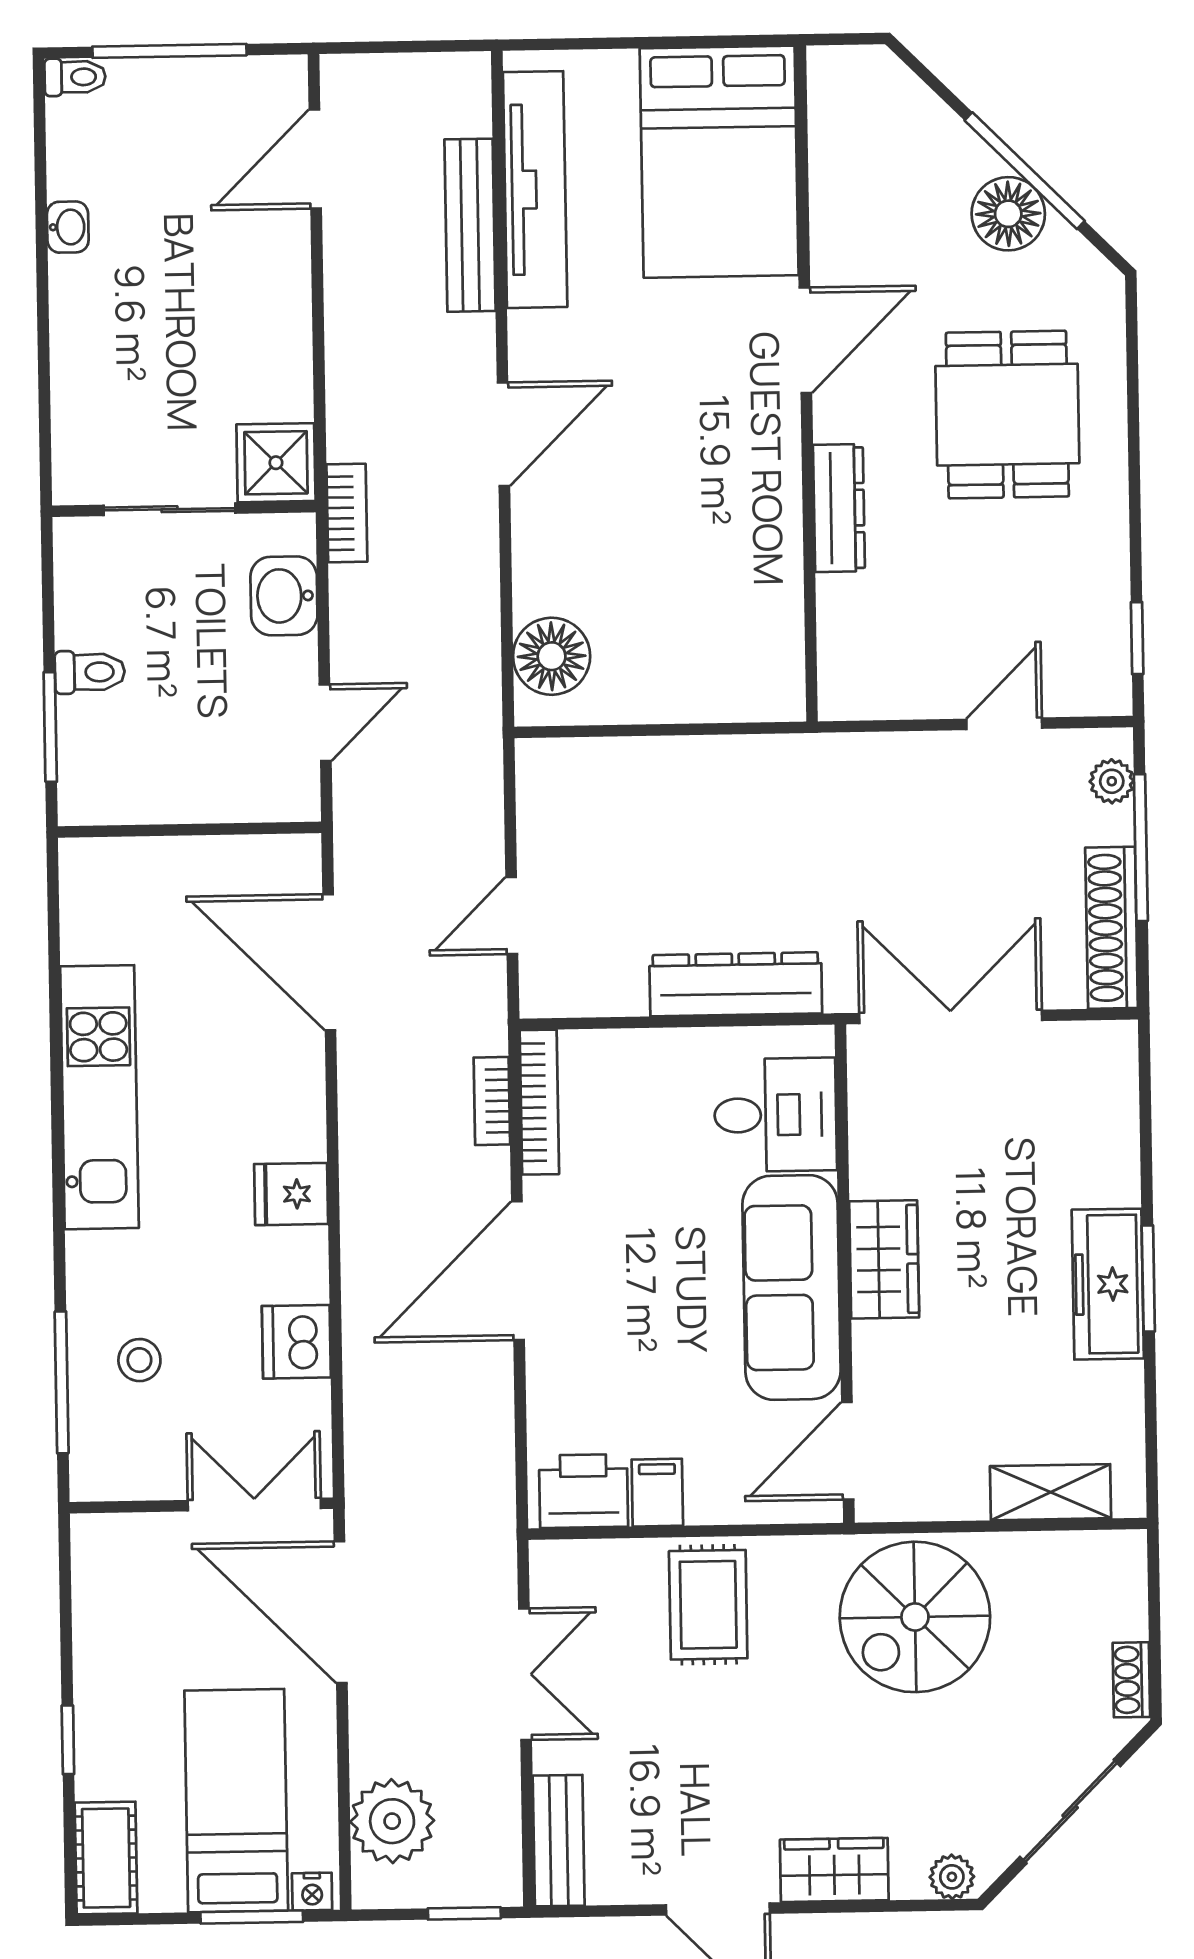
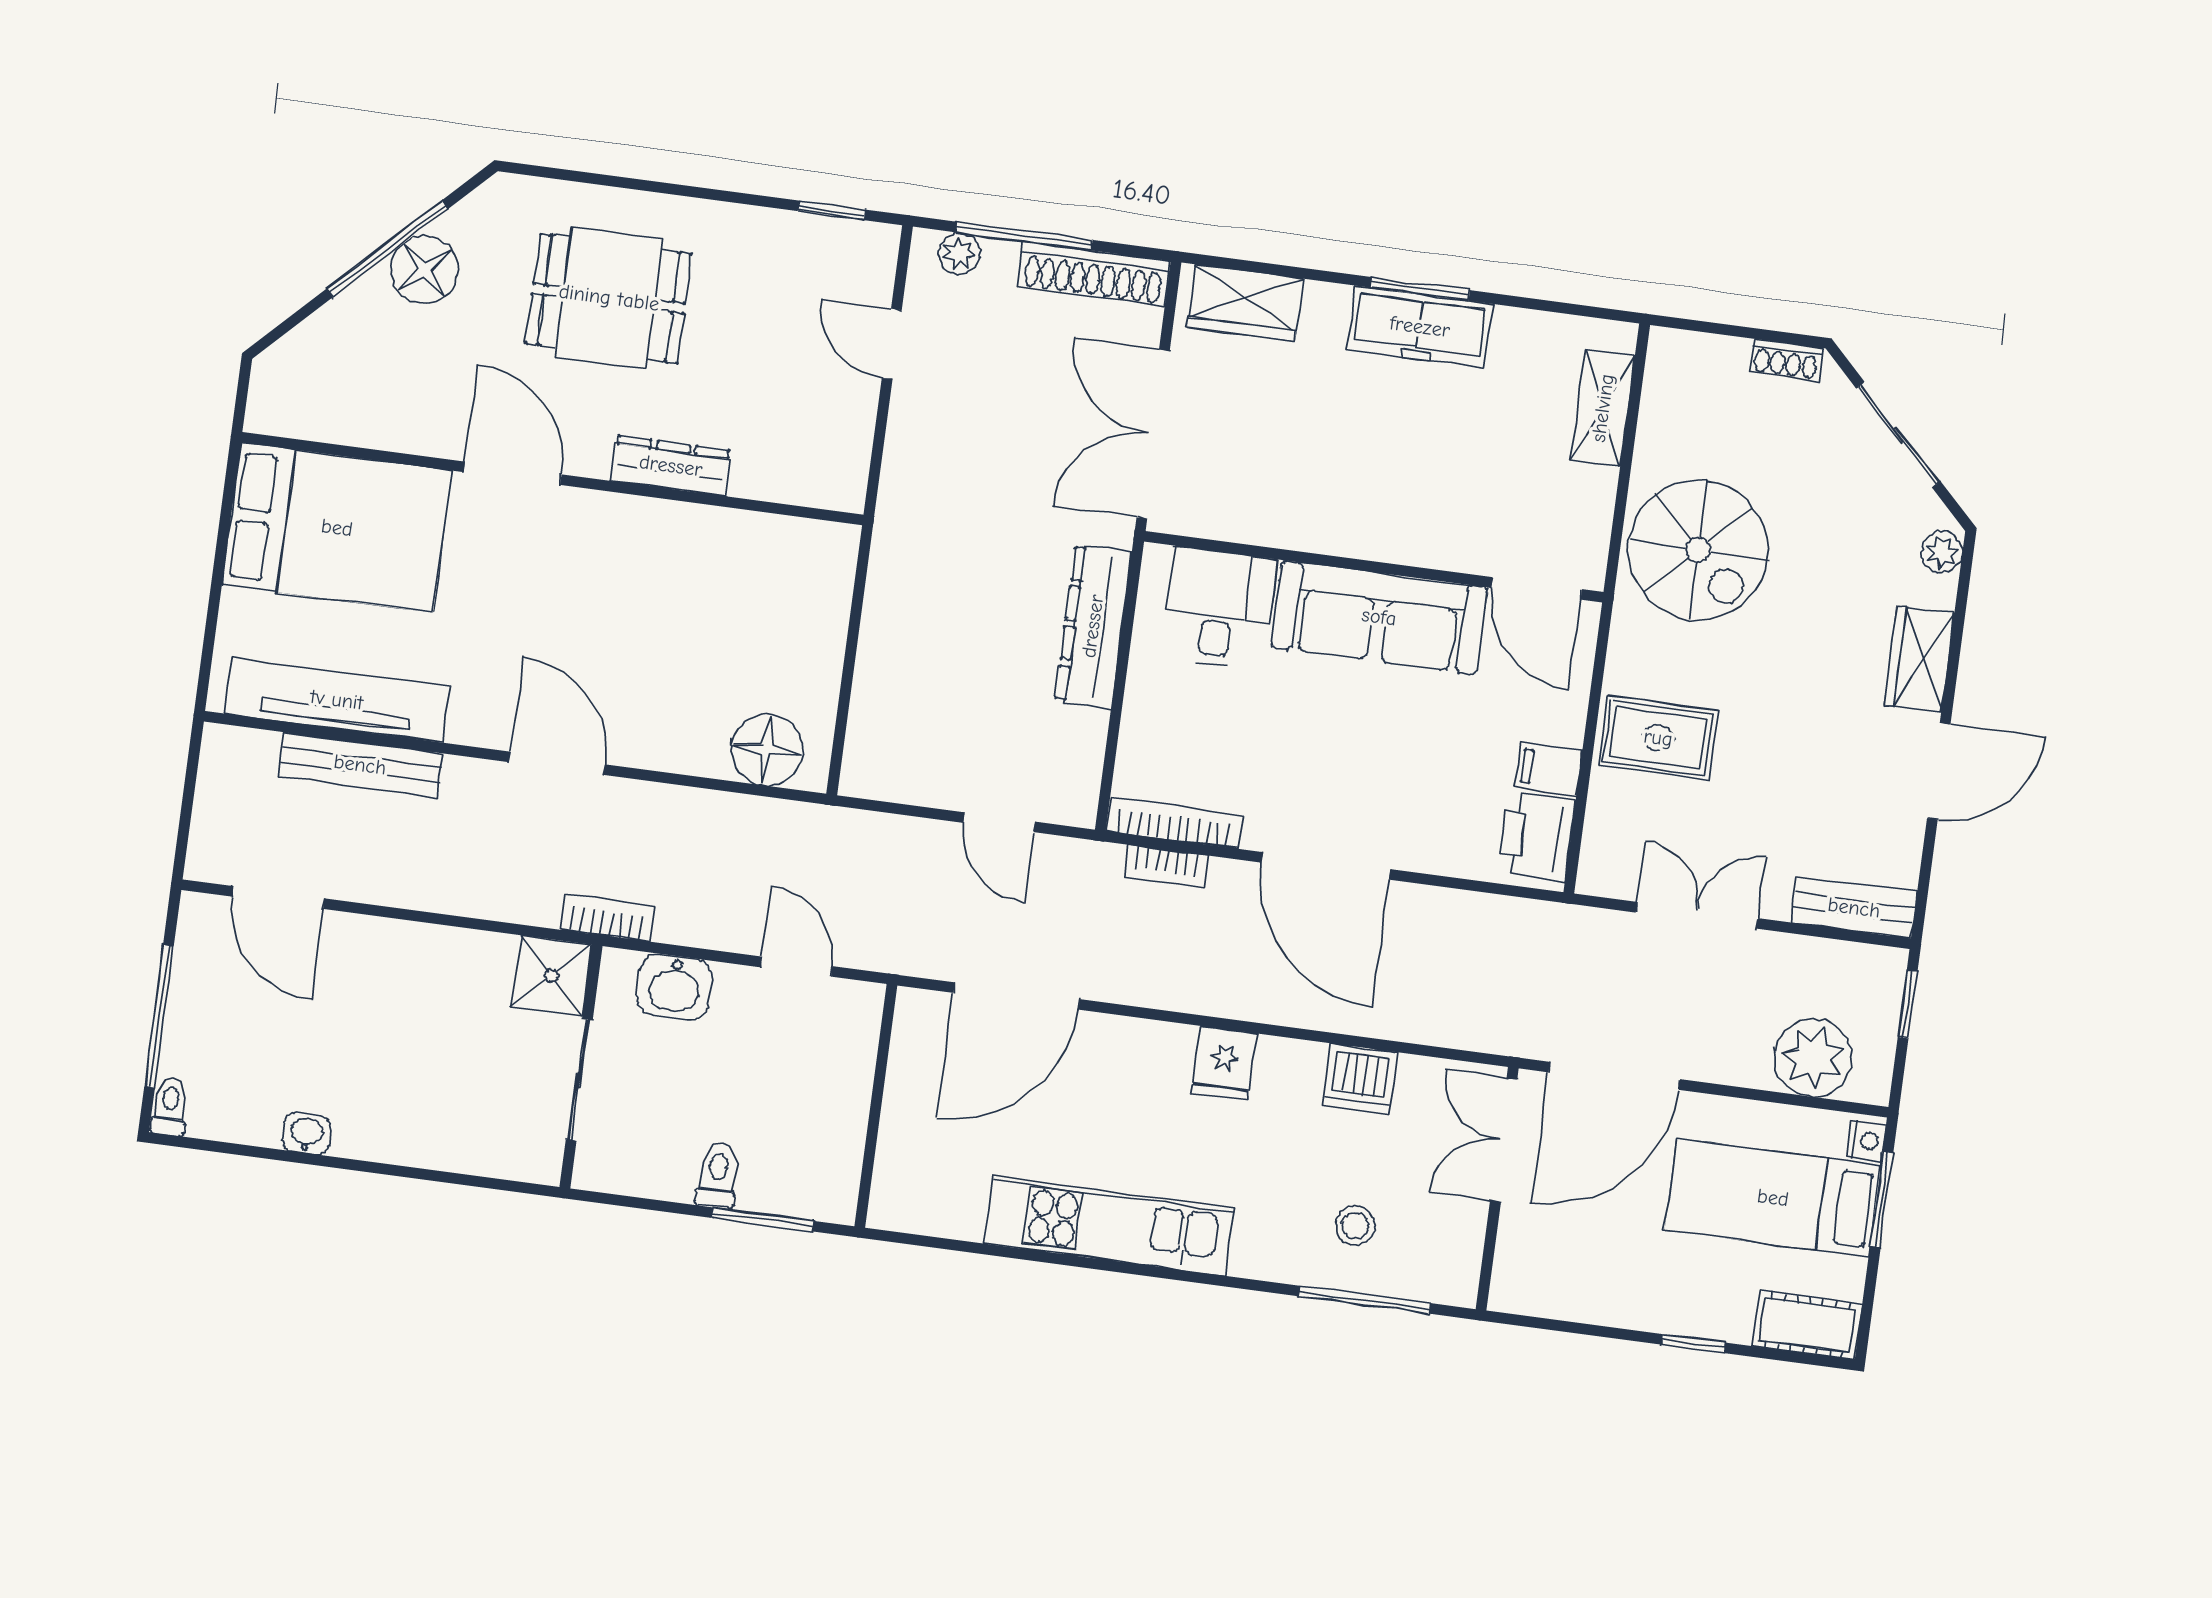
wardrobe: (884, 1259) -> (1245, 303), moved, turned 180

